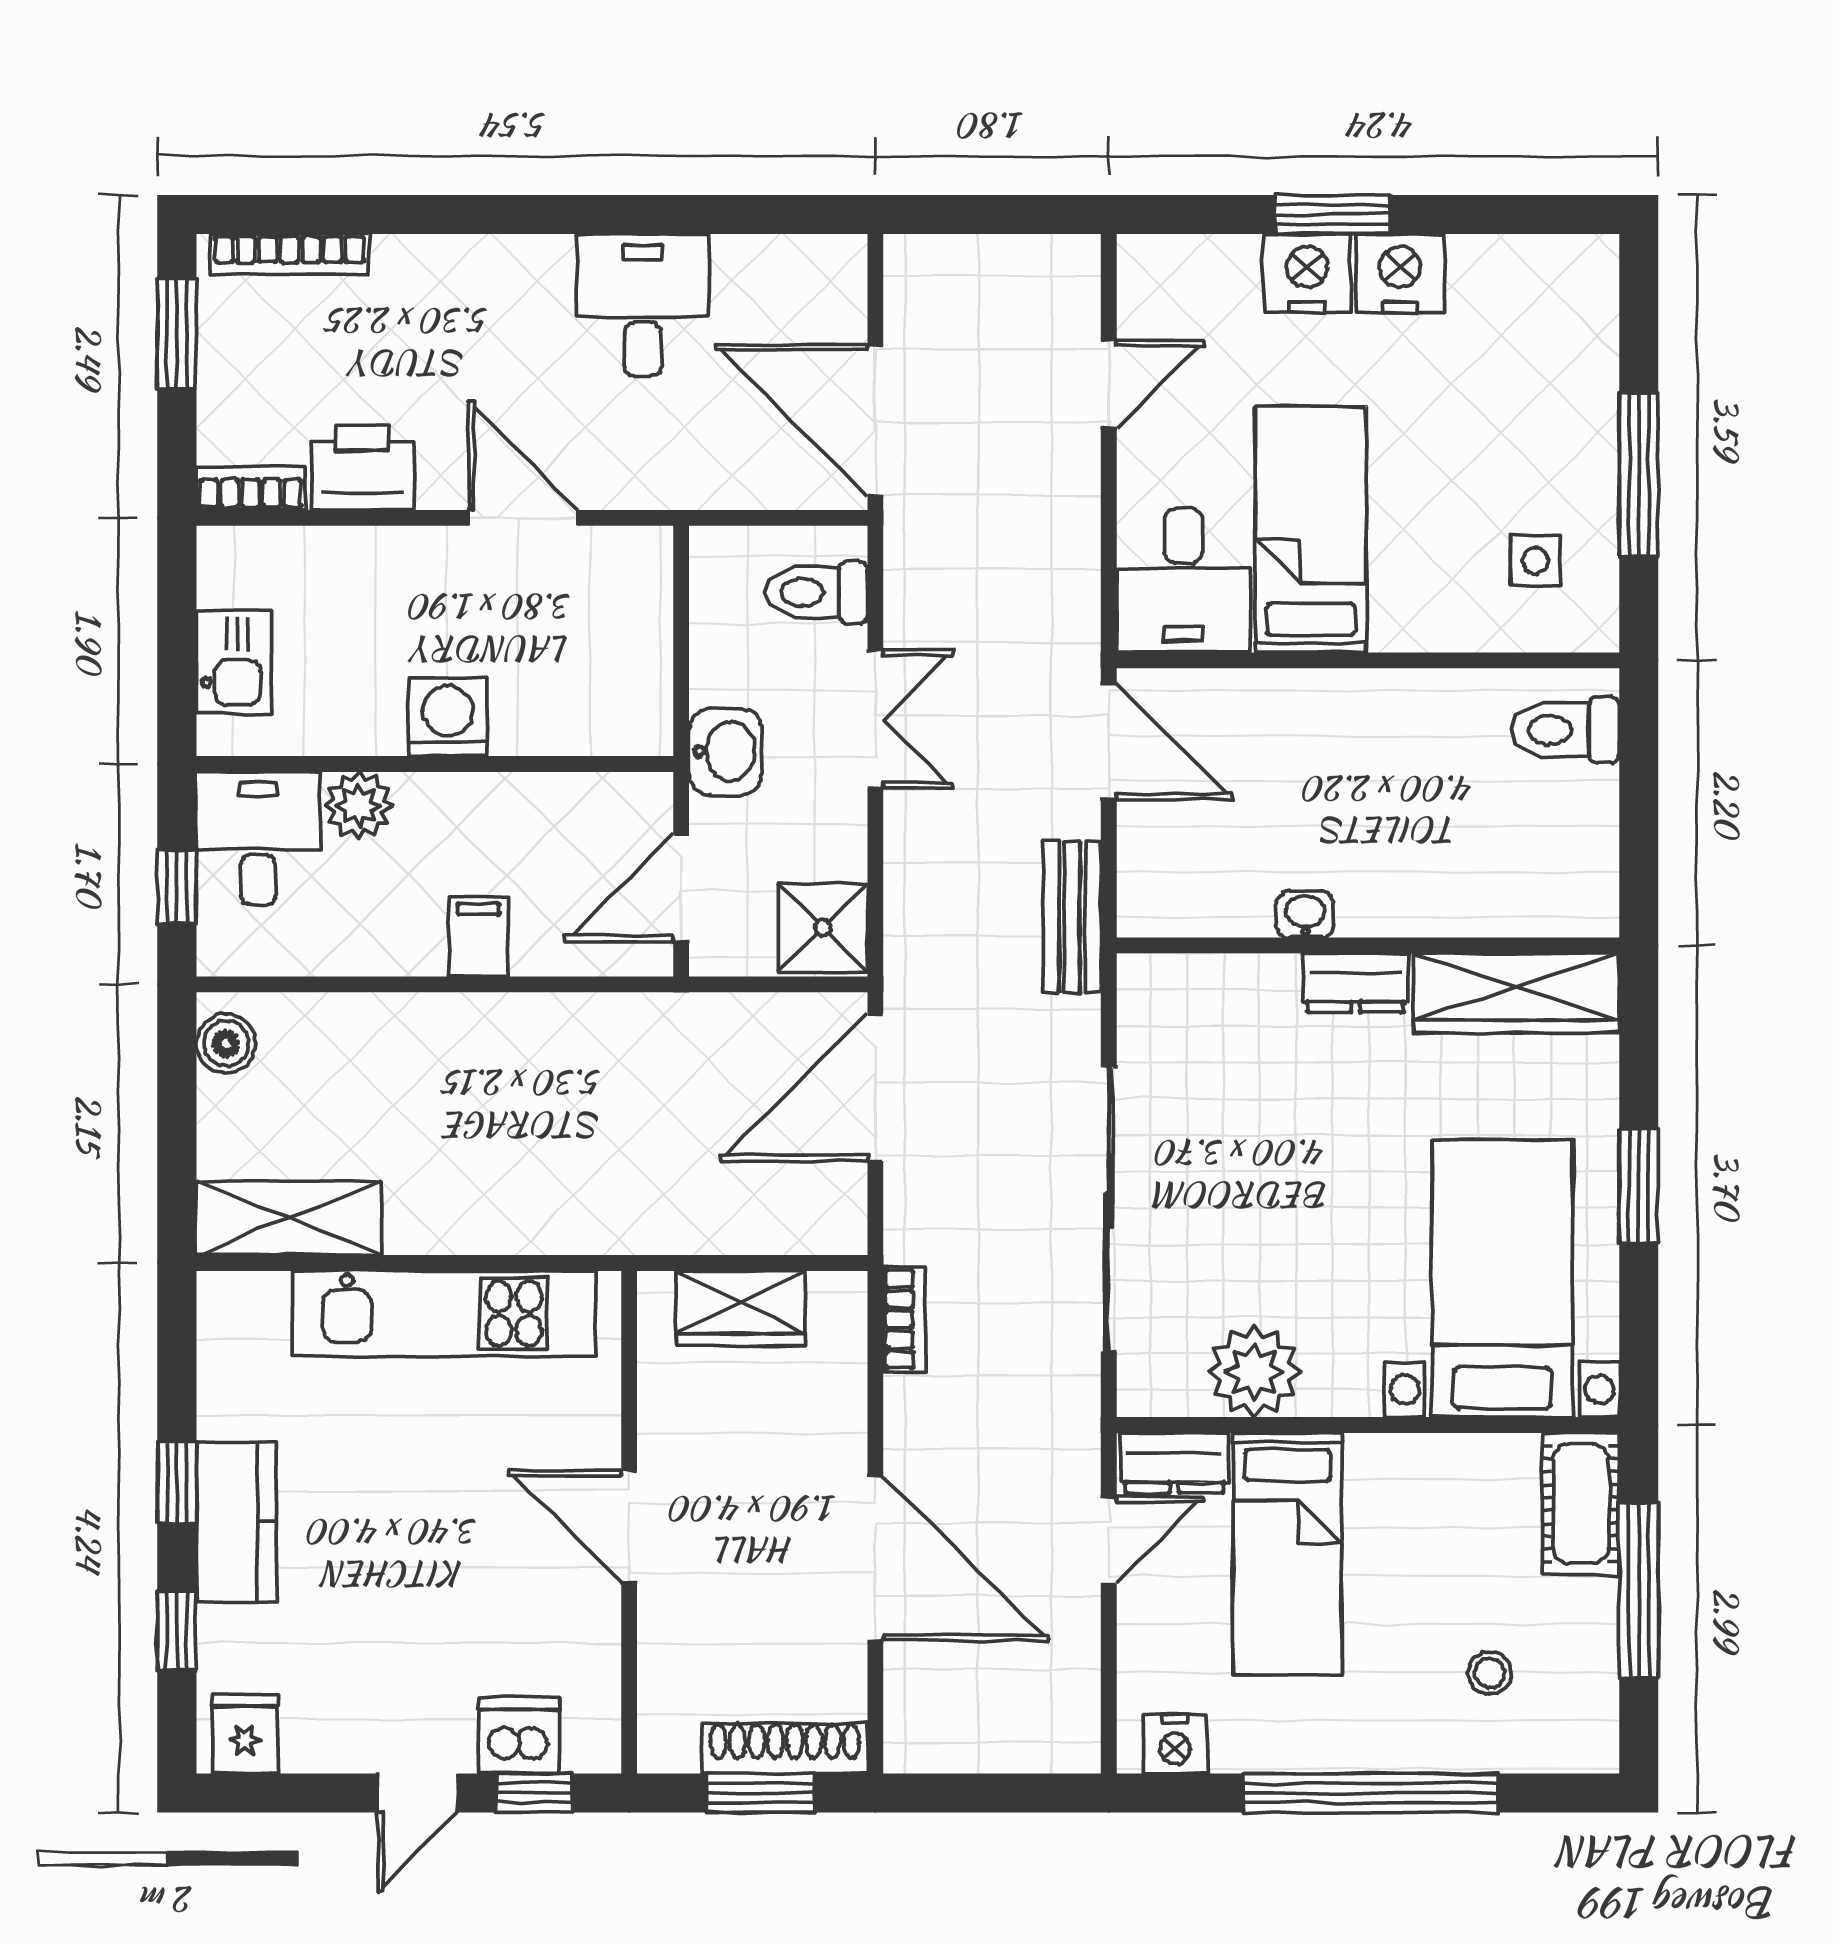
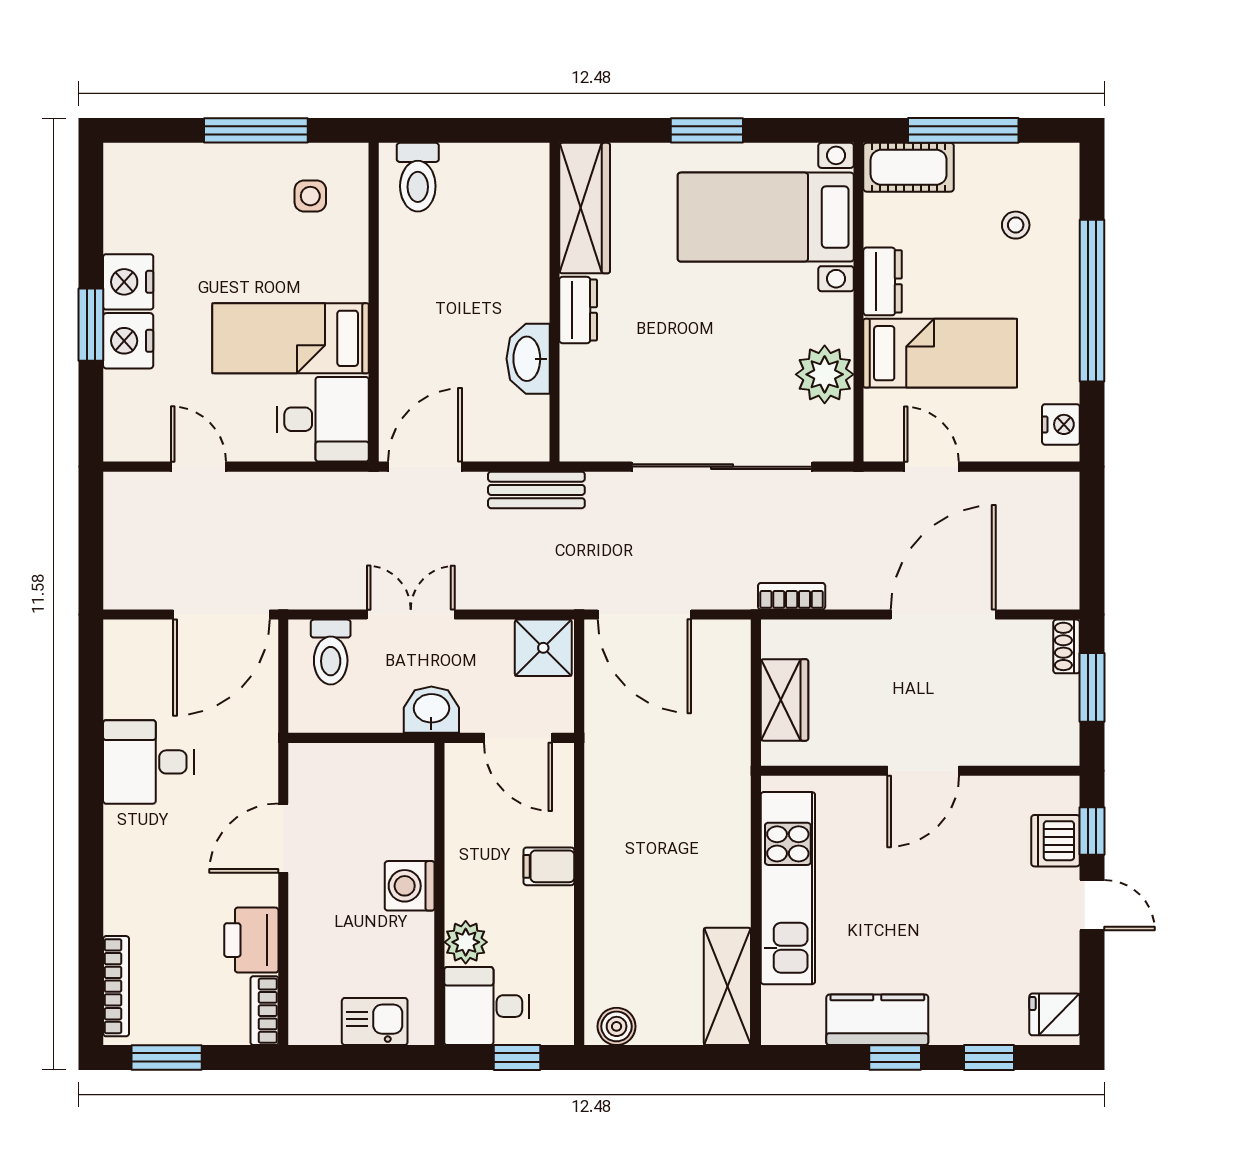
washbasin: (1305, 914) -> (528, 359), width x1.91, depth x1.45
dresser: (1174, 1463) -> (883, 281), moved
kitchen counter: (236, 1522) -> (877, 1020), moved
shoe rack: (785, 1748) -> (1067, 646), width x0.51, depth x0.81

